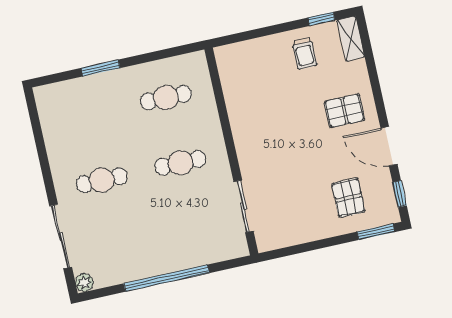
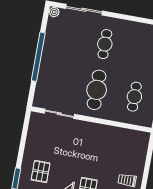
cafe table: (180, 163) -> (97, 90), width x1.37, depth x1.35
pallet: (348, 198) -> (41, 171), turned 90

